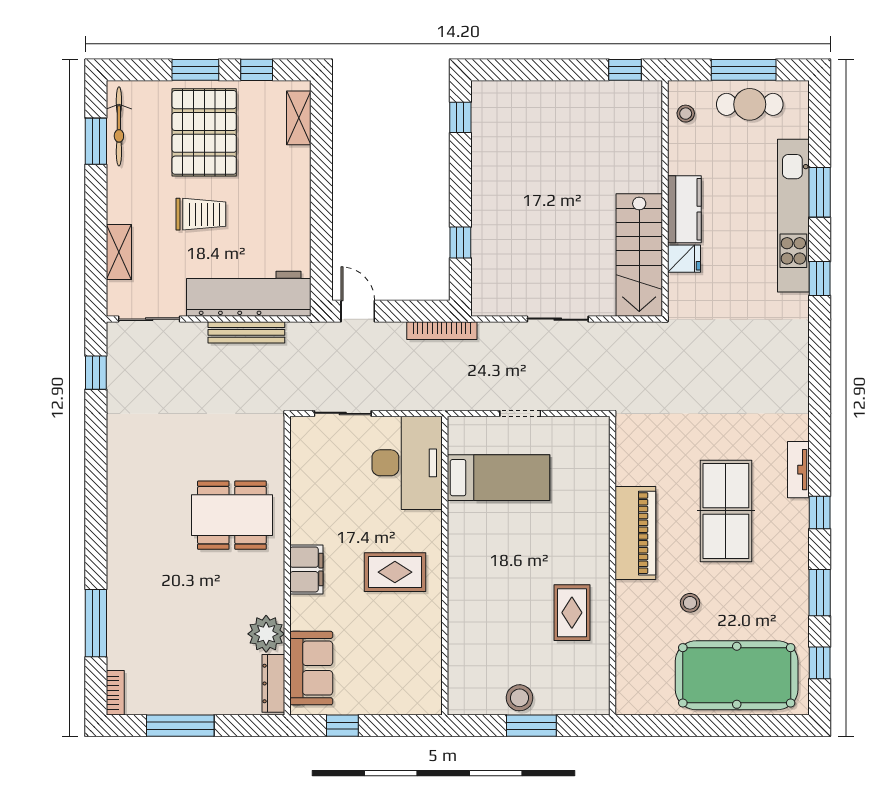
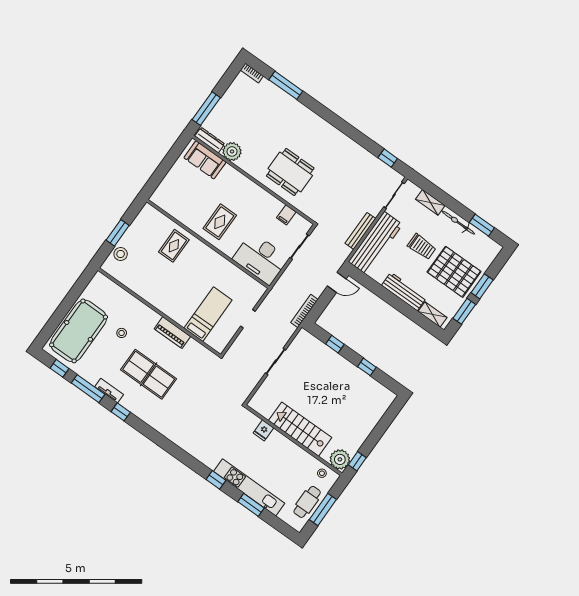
window: (257, 70) -> (464, 311), width x1.50
plant: (642, 100) -> (340, 459), added
window: (460, 117) -> (367, 367), moved
bicycle: (119, 126) -> (458, 223), moved
workbench: (294, 191) -> (404, 292), added
kitchen counter: (684, 209) -> (283, 445), removed
trolley: (201, 214) -> (422, 247), turned -90
stairs: (639, 255) -> (300, 429), moved
tv unit: (798, 470) -> (109, 391), moved
bed: (498, 478) -> (208, 314), moved, turned 180
dining table: (232, 515) -> (290, 172), turned 90
piano: (635, 533) -> (172, 333), width x0.73, depth x0.75
filing cabinet: (306, 569) -> (286, 215), moved, width x0.50
window: (820, 593) -> (88, 389), width x1.44
rug: (572, 613) -> (174, 246), moved, turned 90
stool: (519, 698) -> (121, 254), moved
window: (180, 726) -> (206, 109), moved
window: (342, 726) -> (173, 156), removed

